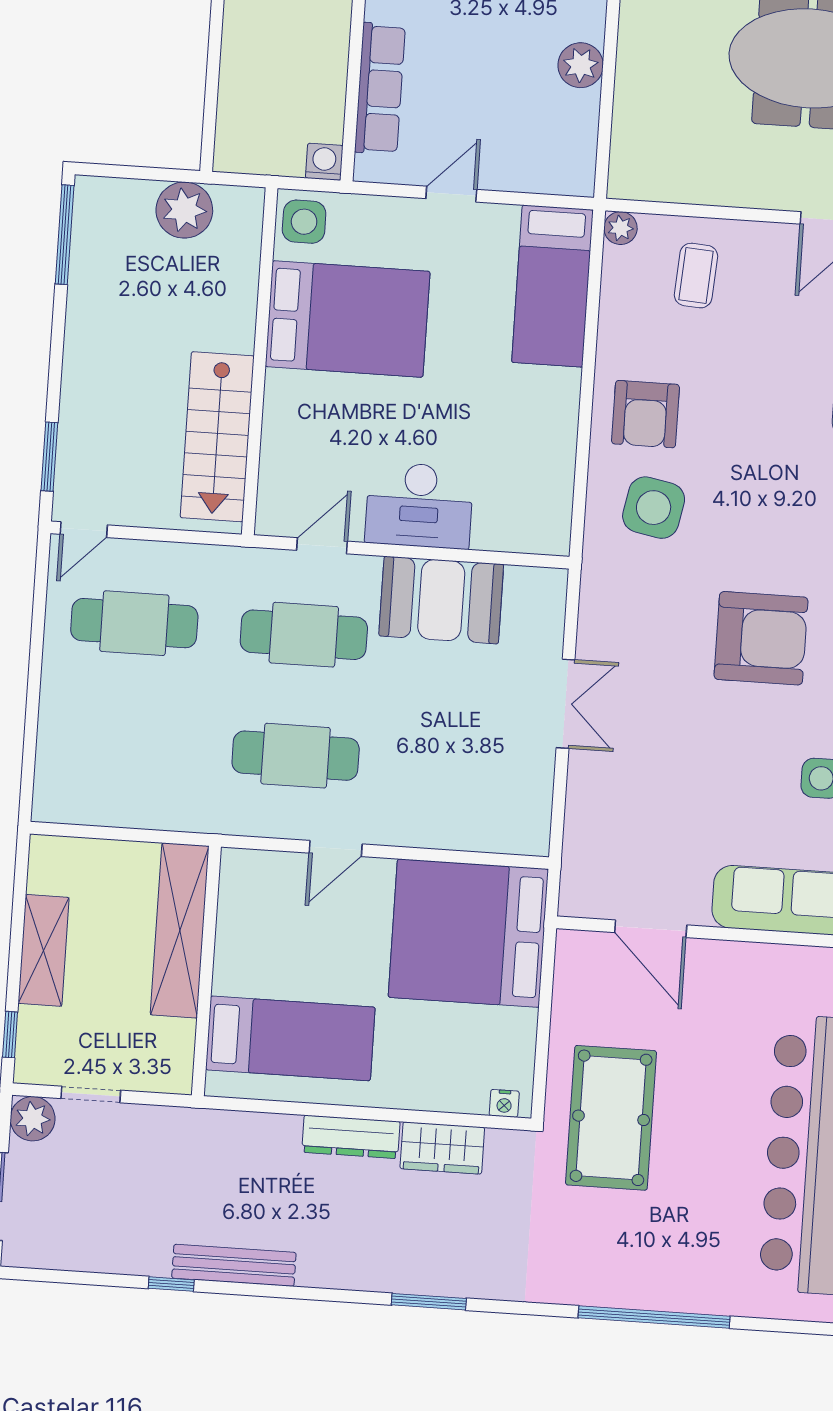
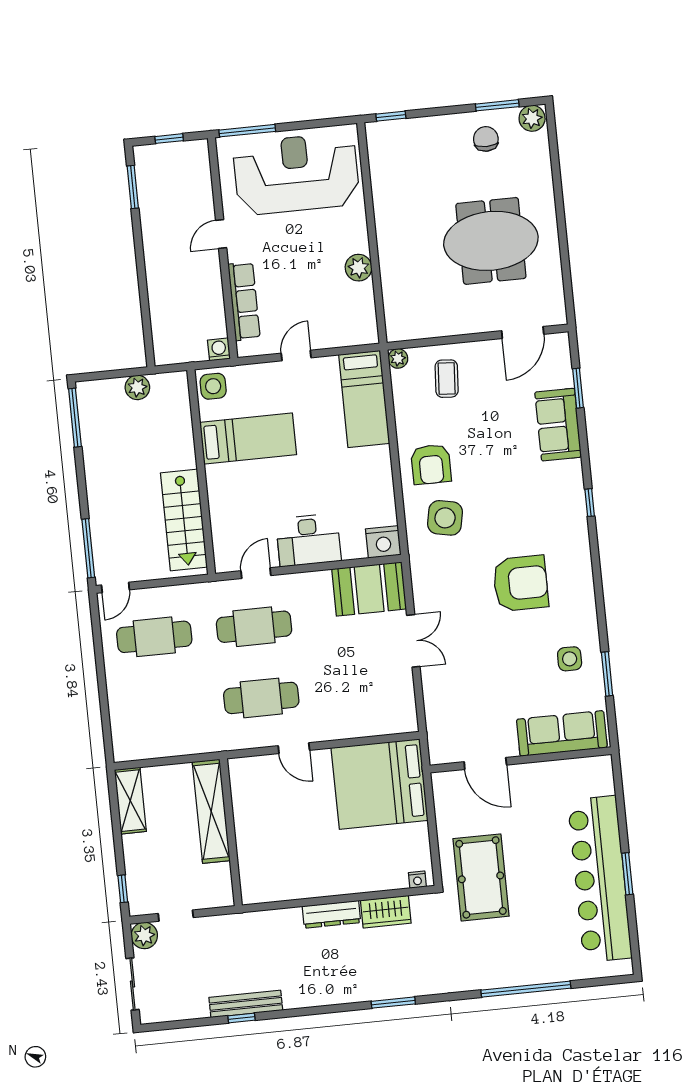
plant: (184, 210) -> (137, 387), width x0.73, depth x0.73
bed: (348, 319) -> (248, 439), width x0.67
window: (49, 457) -> (88, 548), width x1.44
nightstand: (544, 530) -> (383, 542), added
booth: (441, 600) -> (369, 589), moved
door: (336, 849) -> (294, 748), hinge flipped
shelving: (44, 950) -> (130, 801), moved
bed: (290, 1038) -> (286, 863), removed
bench: (234, 1265) -> (246, 1004), moved

